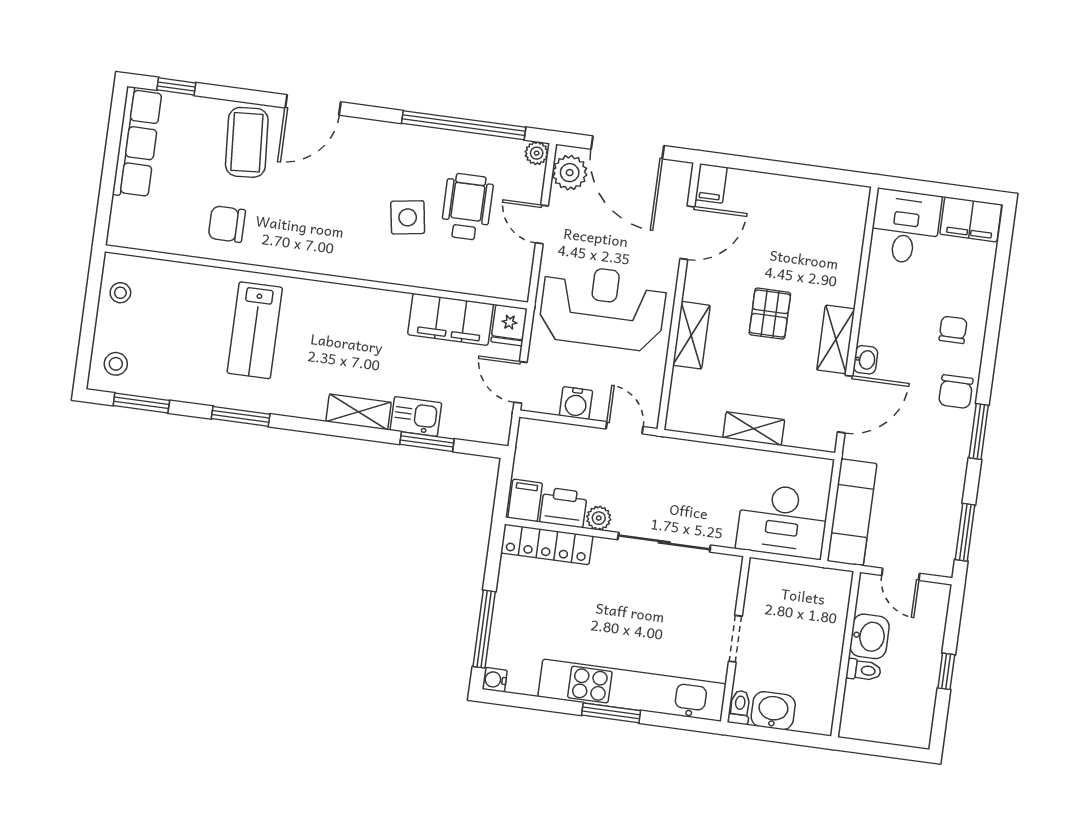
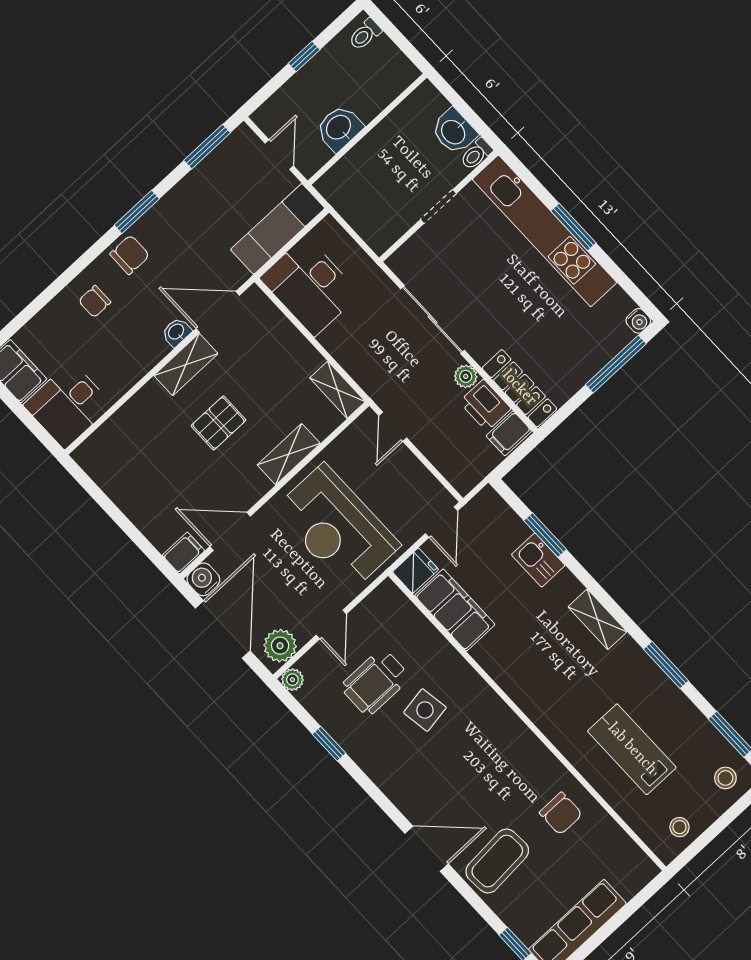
window: (464, 125) -> (329, 744), width x0.32
lab bench: (255, 330) -> (632, 749), moved, turned -90
water cooler: (576, 403) -> (203, 579), moved, turned -90
shelving: (359, 412) -> (598, 619), moved
shelving: (754, 429) -> (337, 390), moved
desk: (783, 521) -> (310, 286), moved, turned 180
toilet: (864, 670) -> (365, 34), moved, turned -90

